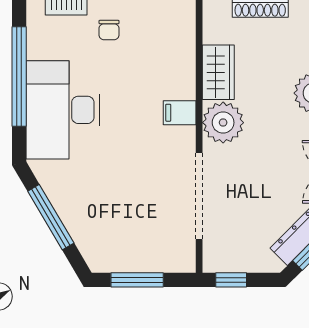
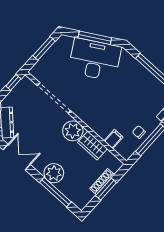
chair: (109, 30) -> (139, 132), moved
desk: (63, 110) -> (95, 59), moved, turned -31
filing cabinet: (180, 113) -> (113, 139), moved

